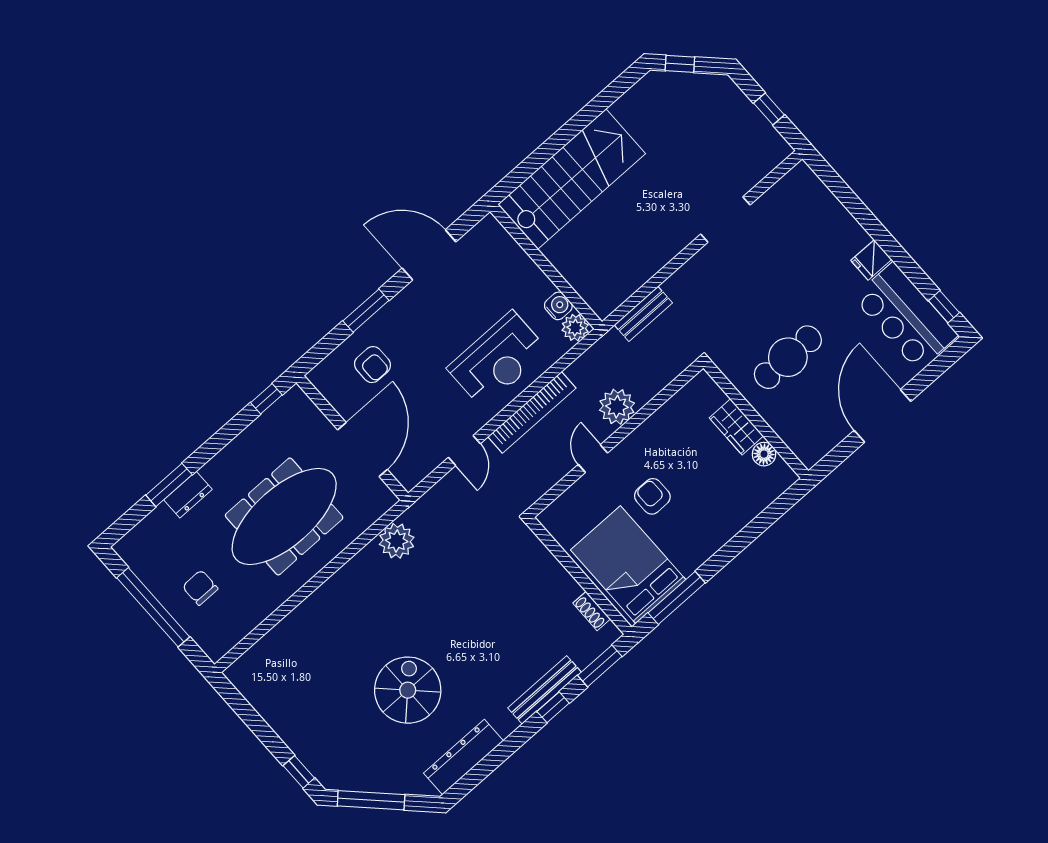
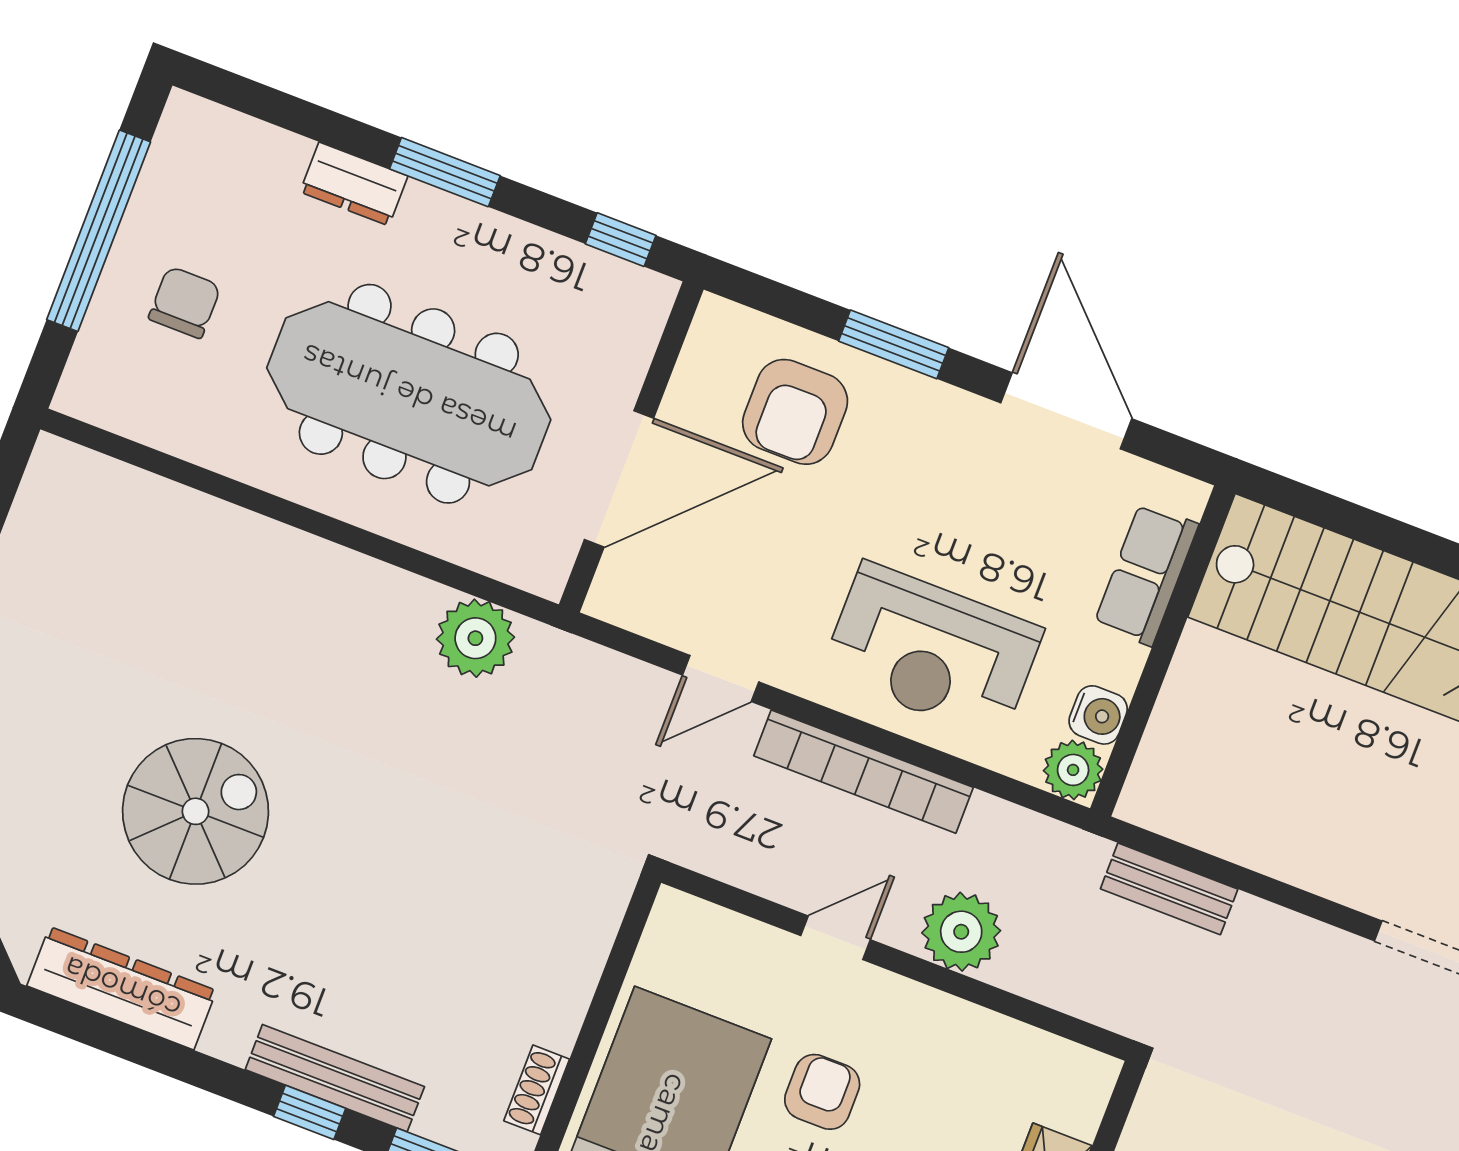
row of seats: (512, 257) -> (1146, 574), added
armchair: (372, 365) -> (795, 412), width x1.38, depth x1.38
window: (169, 485) -> (445, 172), moved

